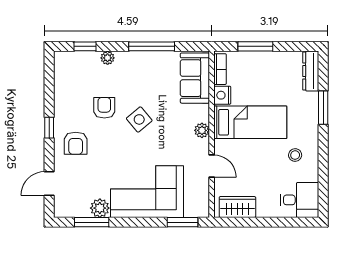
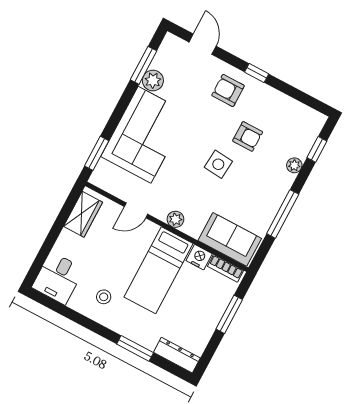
side table: (139, 119) -> (218, 164), turned 45

